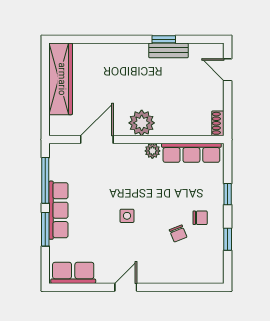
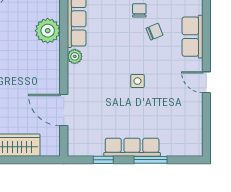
plant: (142, 123) -> (48, 31), moved
window: (45, 180) -> (103, 160), width x0.46
row of seats: (73, 273) -> (193, 37), moved

